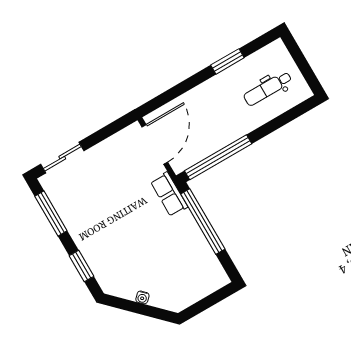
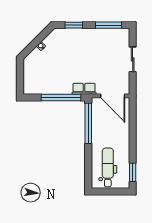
window: (227, 61) -> (133, 172), moved
dental chair: (268, 89) -> (108, 167), width x1.36, depth x1.38
sliding door: (62, 158) -> (133, 59), moved

